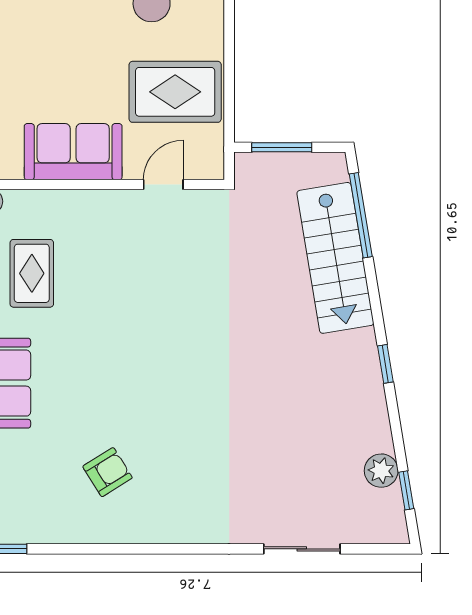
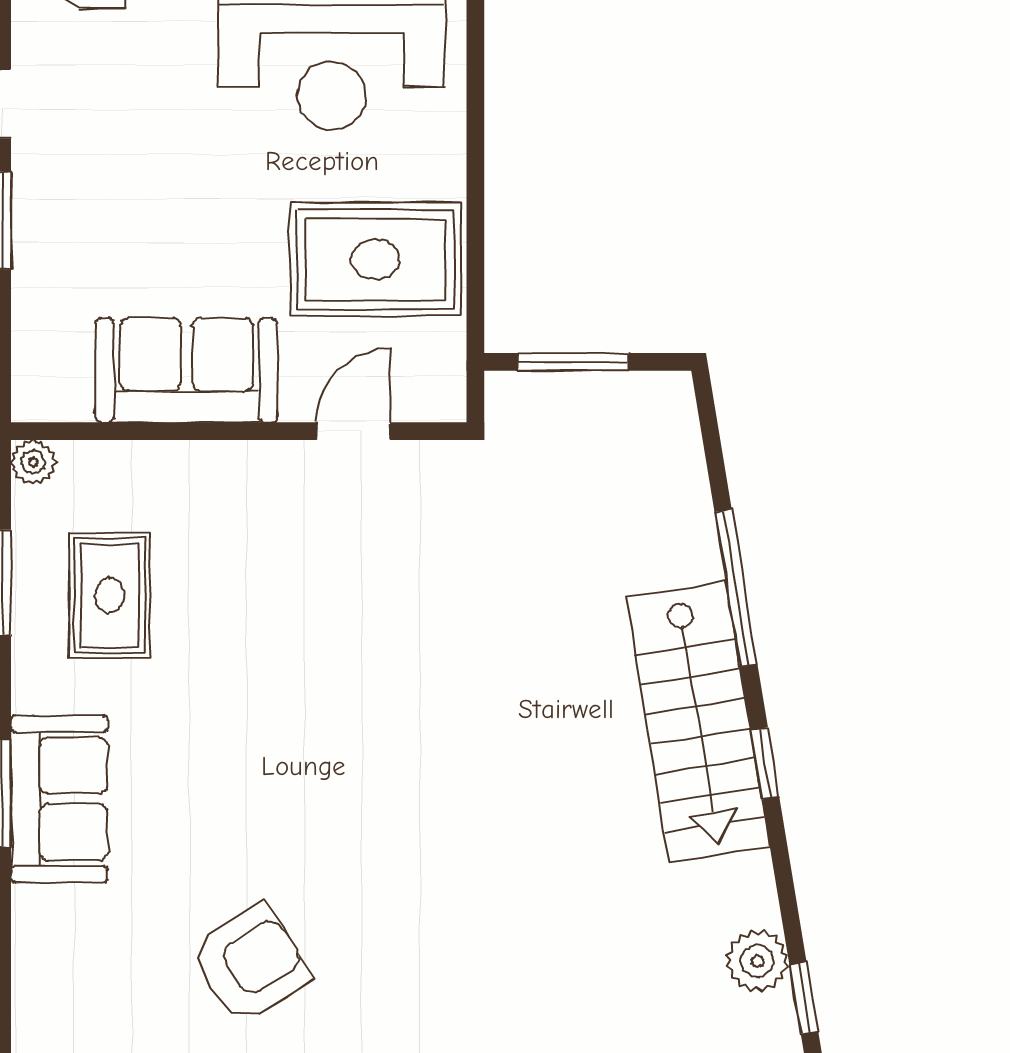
window: (361, 215) -> (736, 588), moved
stairs: (335, 258) -> (698, 722), moved
armchair: (108, 472) -> (250, 964), width x1.38, depth x1.38

